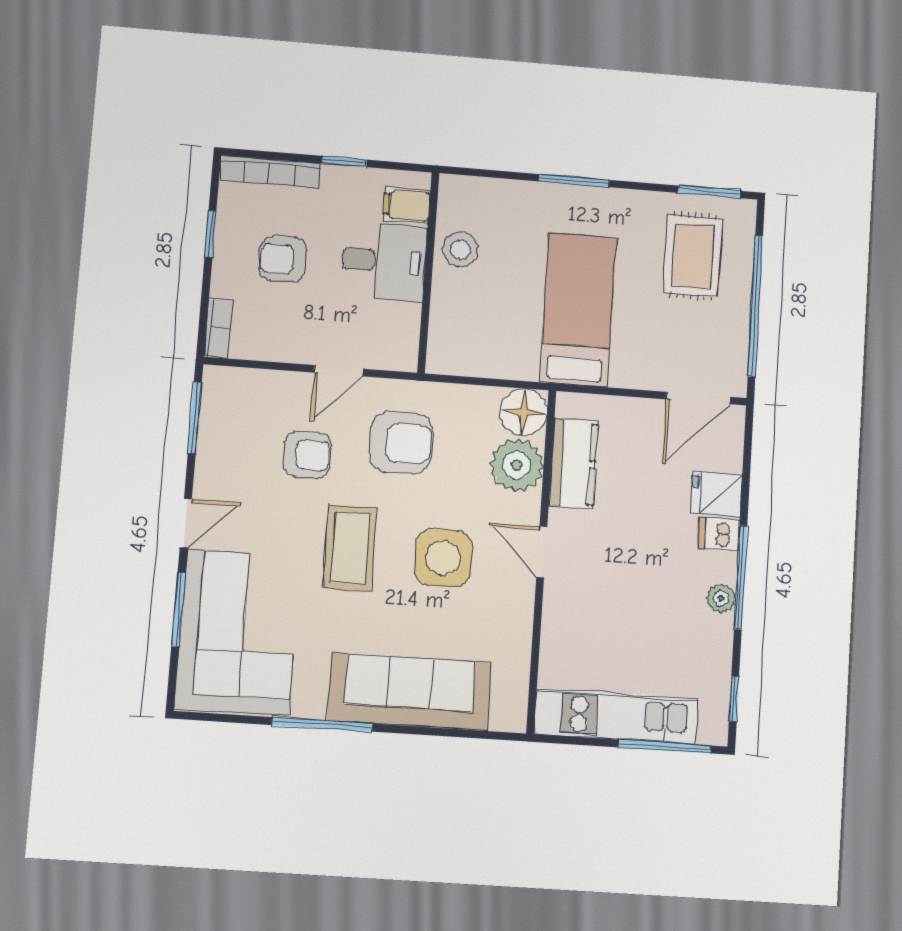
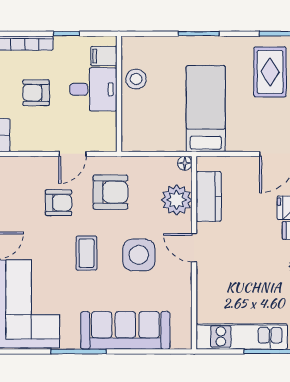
floor lamp: (524, 412) -> (185, 163), width x0.53, depth x0.53
coffee table: (350, 548) -> (86, 253), width x0.73, depth x0.77

